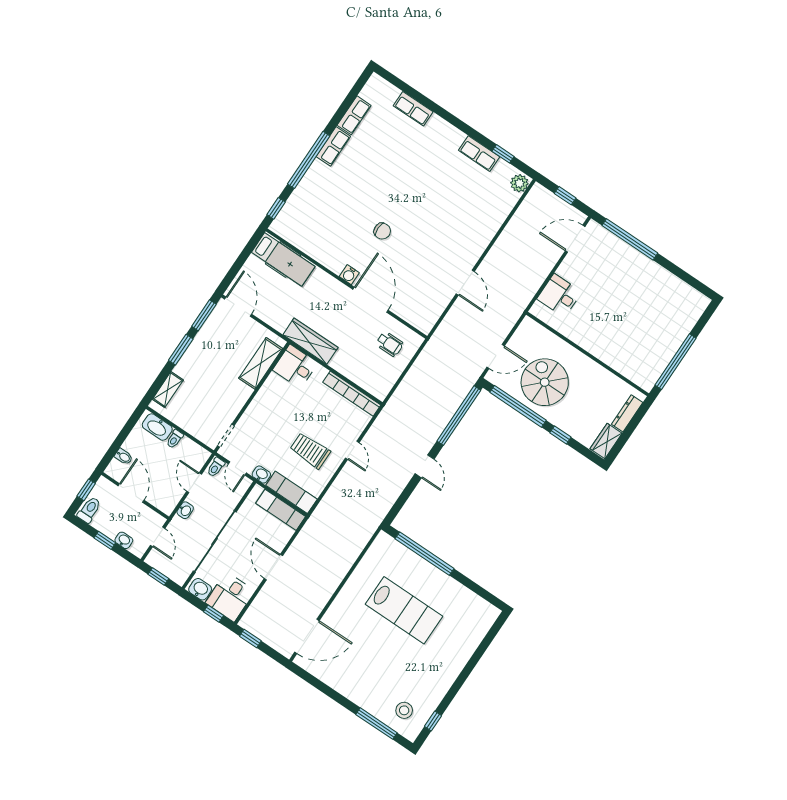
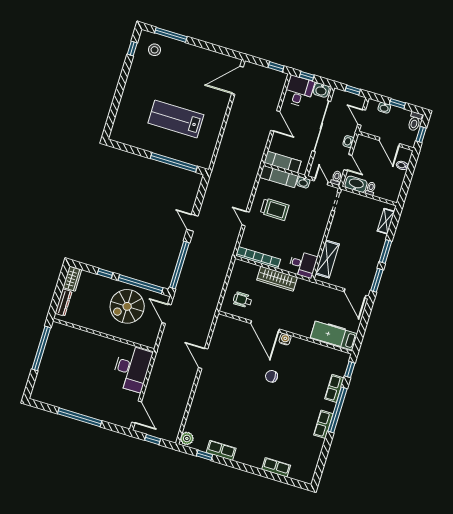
row of seats: (354, 115) -> (334, 388), moved
door: (575, 239) -> (137, 412), hinge flipped
window: (630, 239) -> (80, 417), moved
desk: (559, 296) -> (132, 368), width x1.87, depth x1.30
wardrobe: (310, 341) -> (277, 279), moved
door: (496, 356) -> (166, 314), hinge flipped
spiral stairs: (545, 382) -> (127, 306), turned 90
washbasin: (157, 427) -> (356, 184), moved

